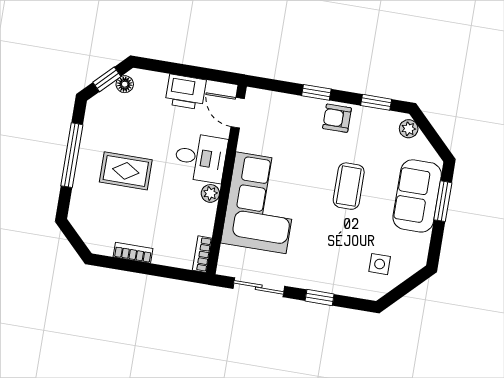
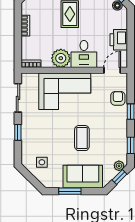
armchair: (337, 118) -> (118, 98), moved
window: (429, 131) -> (120, 177), added
coffee table: (349, 186) -> (82, 138), turned 90
plant: (210, 193) -> (61, 58), width x1.87, depth x1.87
window: (443, 201) -> (70, 191), moved

